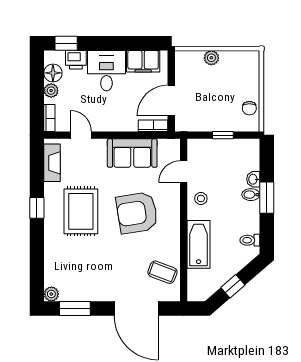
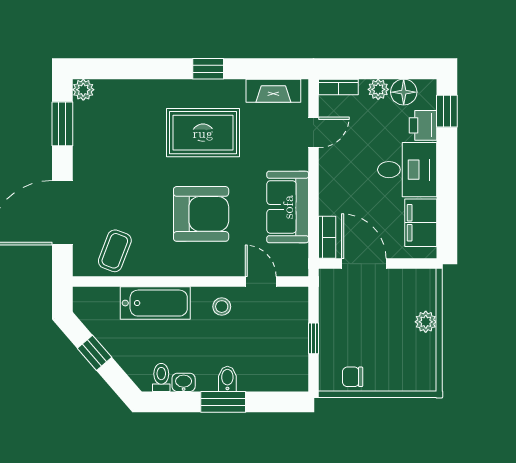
washbasin: (253, 179) -> (184, 382), moved
armchair: (137, 213) -> (201, 214), turned 99

